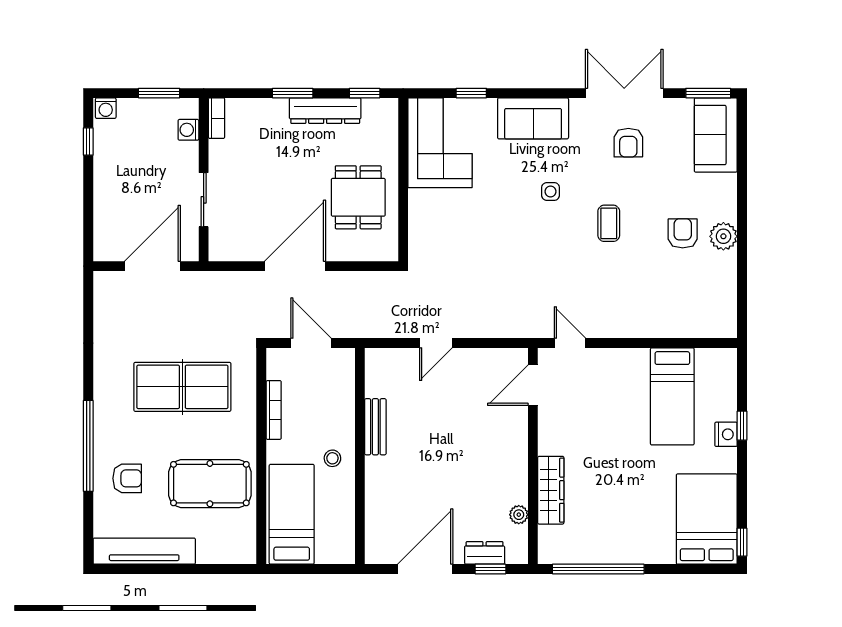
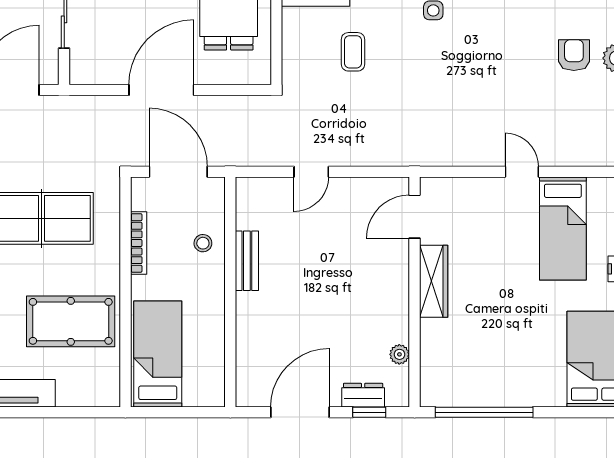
coffee table: (609, 223) -> (353, 52), moved
door: (311, 343) -> (178, 172), width x1.36
door: (570, 343) -> (522, 172), moved
stool: (332, 458) -> (203, 243), moved
wardrobe: (551, 490) -> (434, 281), moved

